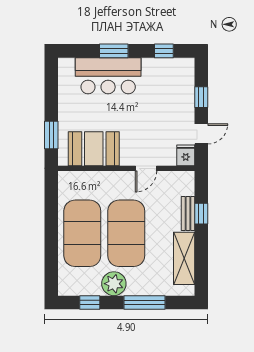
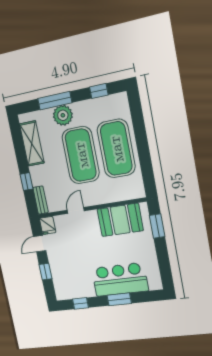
bench: (188, 213) -> (41, 200), moved
plant: (114, 284) -> (63, 115), moved

